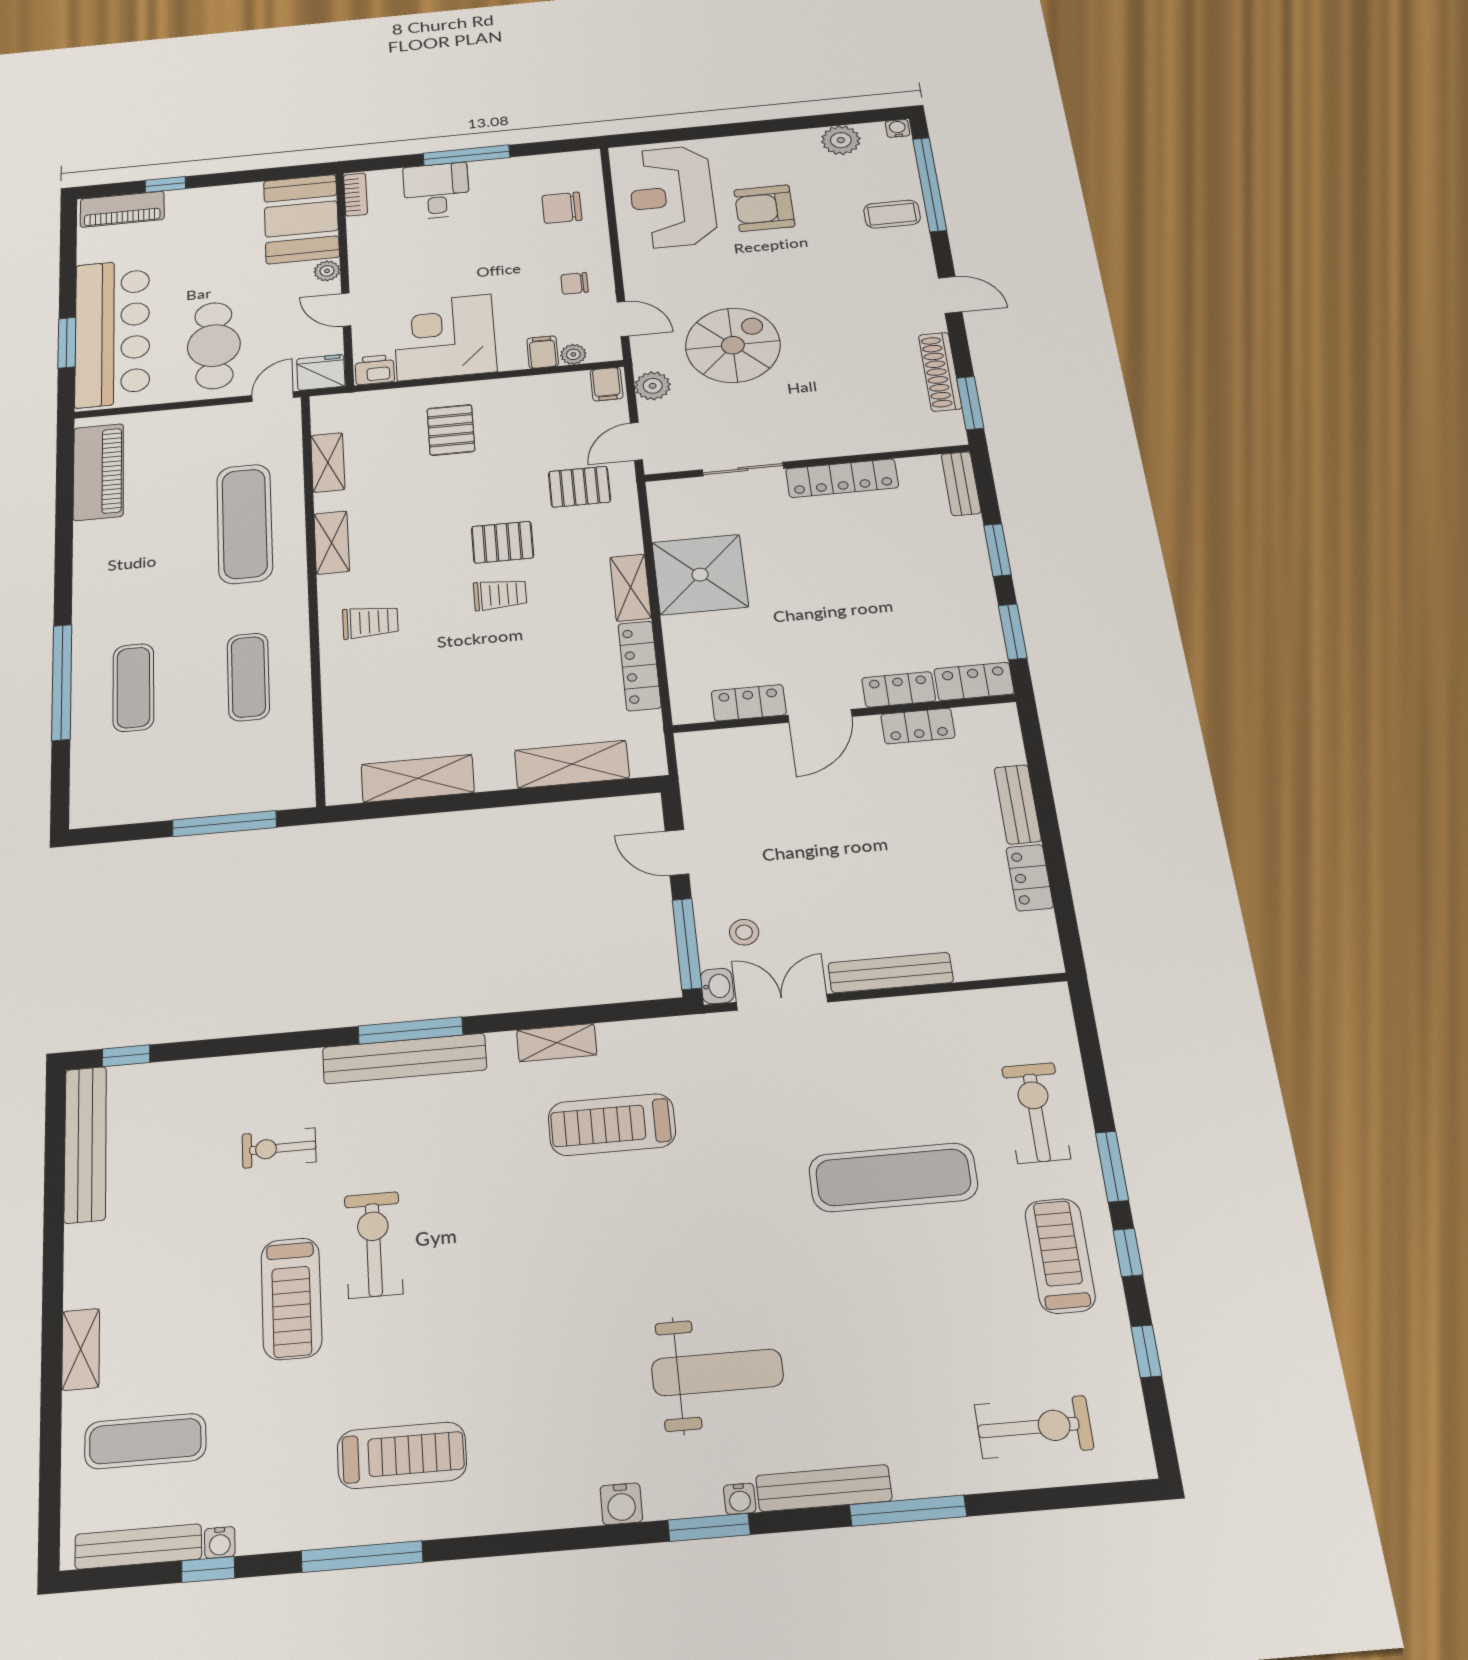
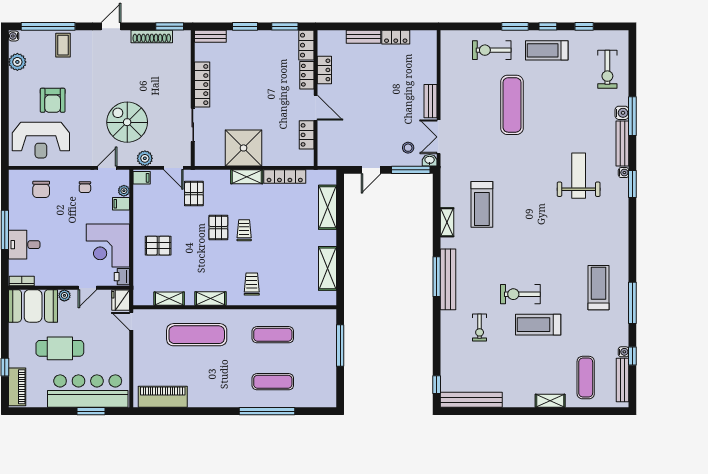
cafe table: (214, 346) -> (60, 348), moved
bench: (891, 973) -> (430, 101), width x0.73
treadmill: (291, 1298) -> (538, 325), turned 180
exercise bike: (1034, 1427) -> (607, 69), turned 180
water cooler: (621, 1504) -> (622, 113), moved

